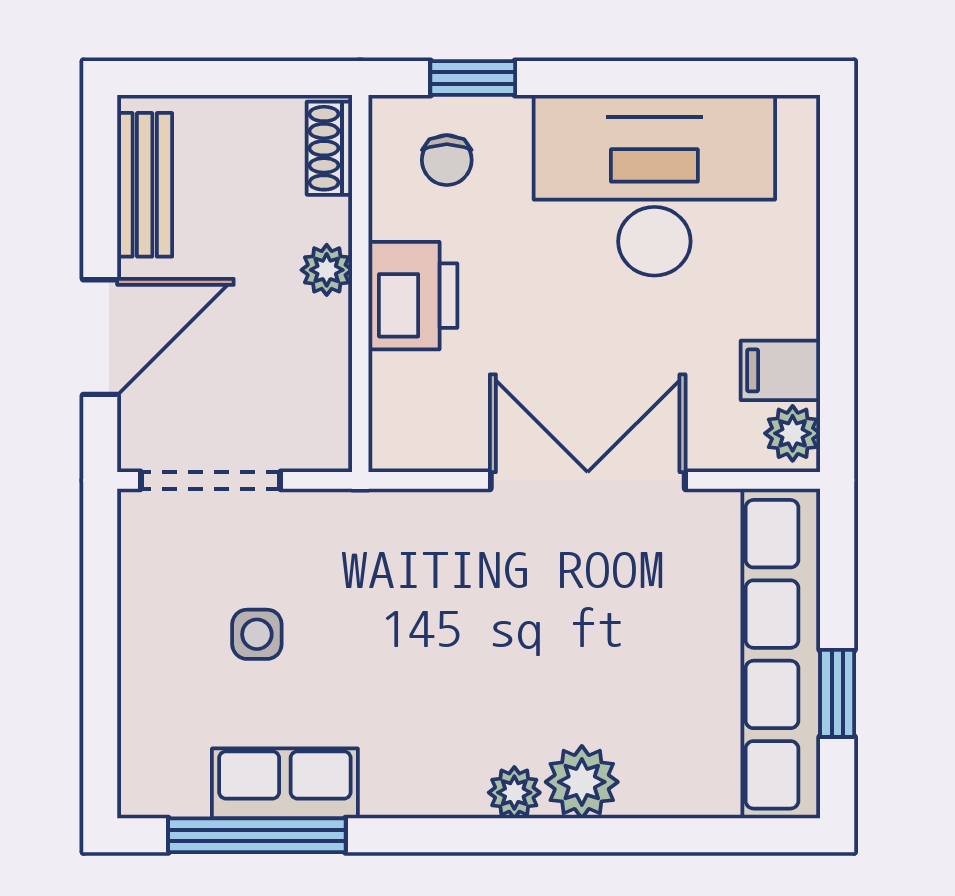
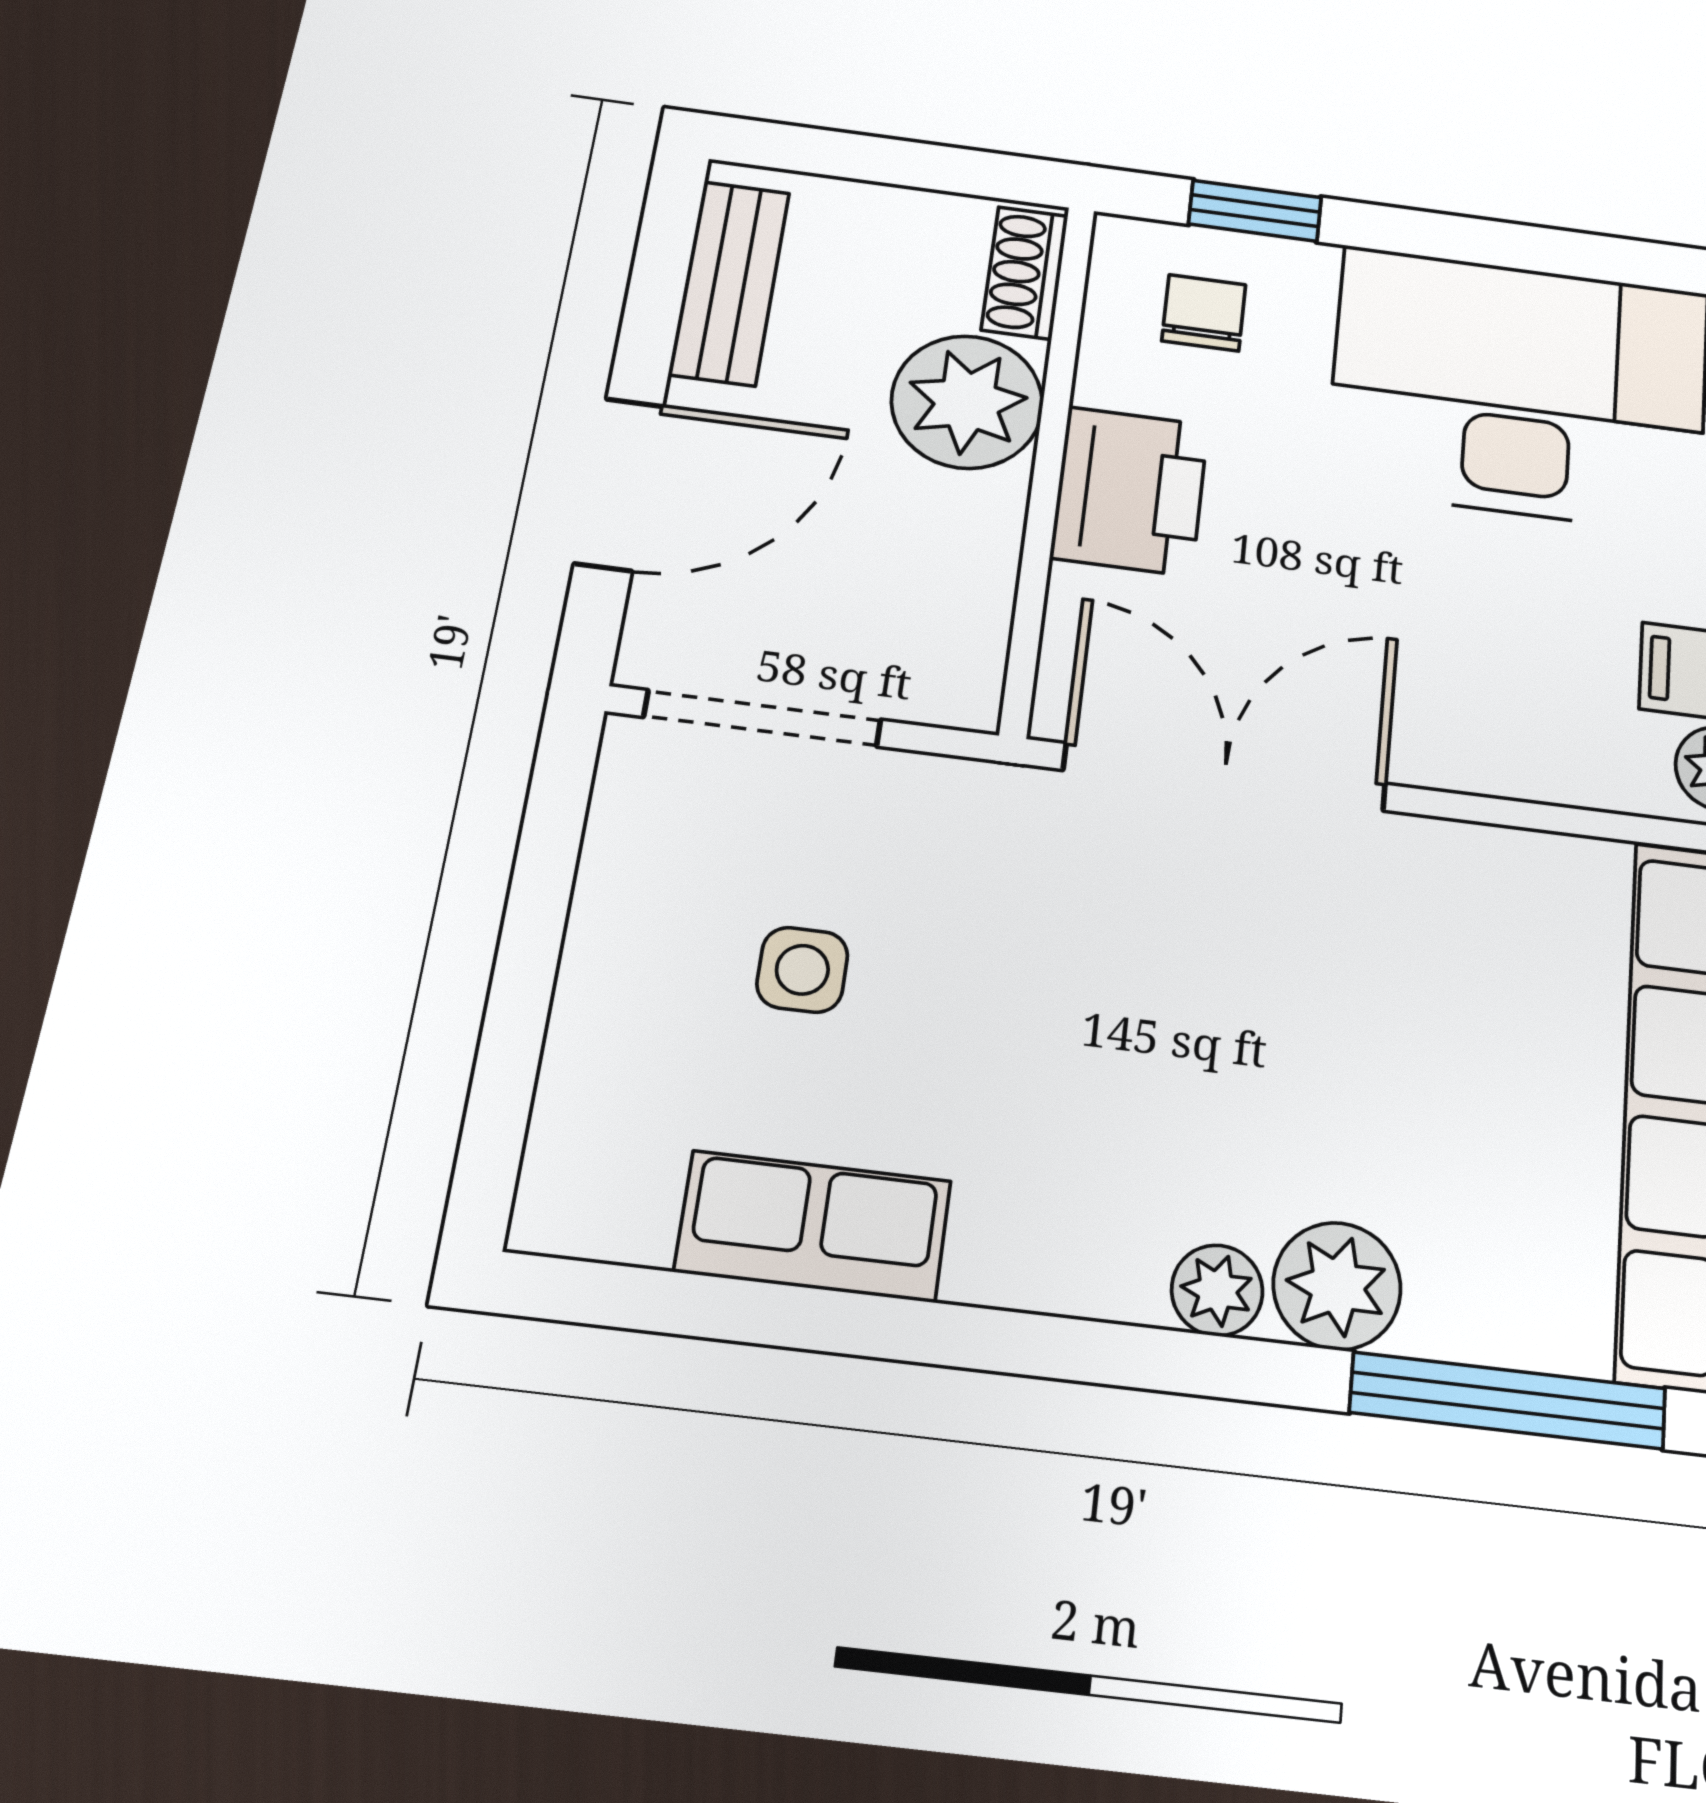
chair: (447, 160) -> (1204, 313), turned 180
plant: (327, 270) -> (967, 402), width x1.87, depth x1.87
double door: (588, 480) -> (1225, 777), moved
window: (257, 835) -> (1508, 1401), moved

